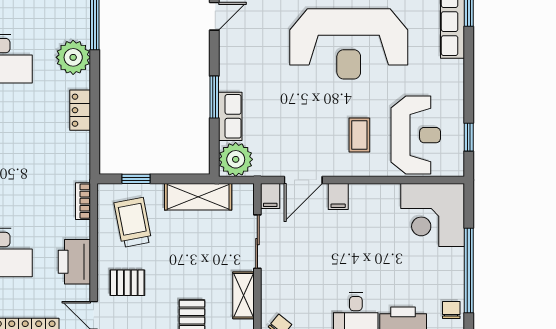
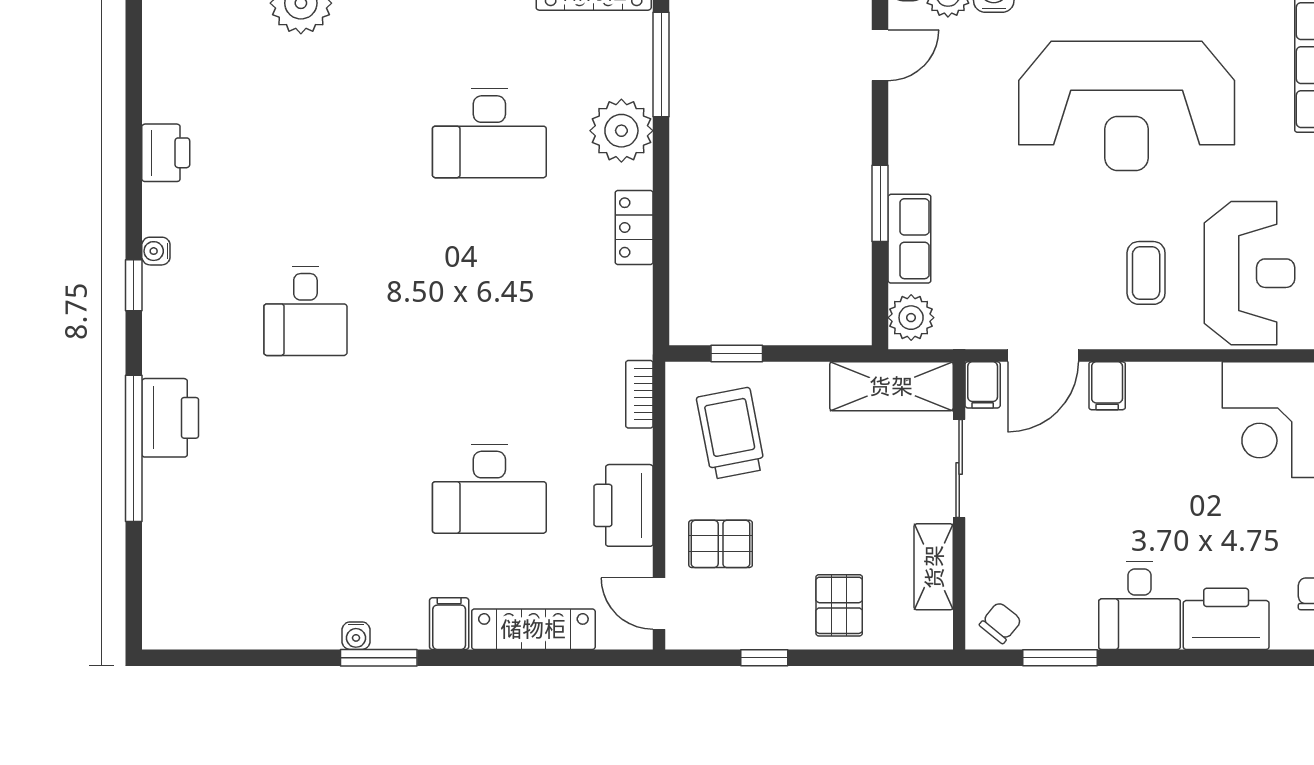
plant: (236, 159) -> (911, 318), width x0.73, depth x0.73
shelving: (198, 197) -> (891, 386), moved

